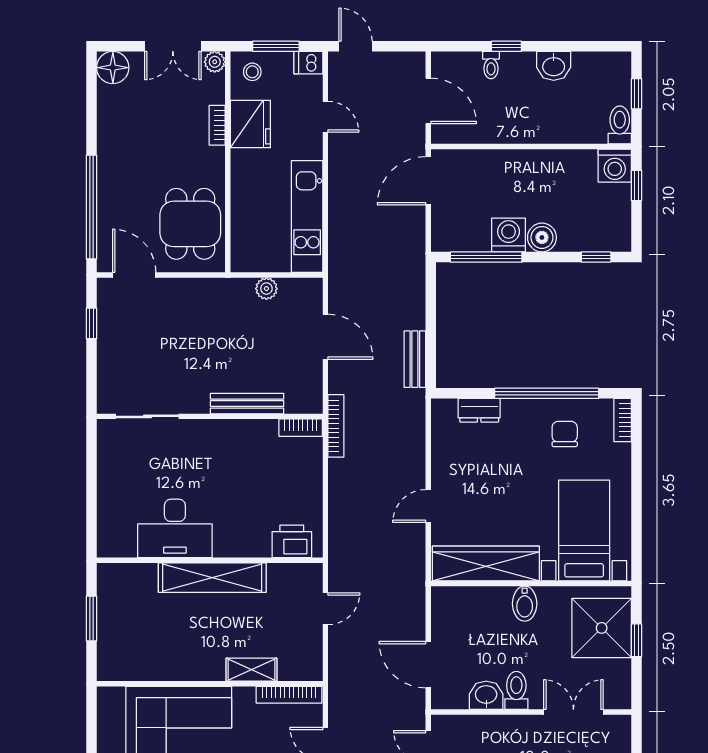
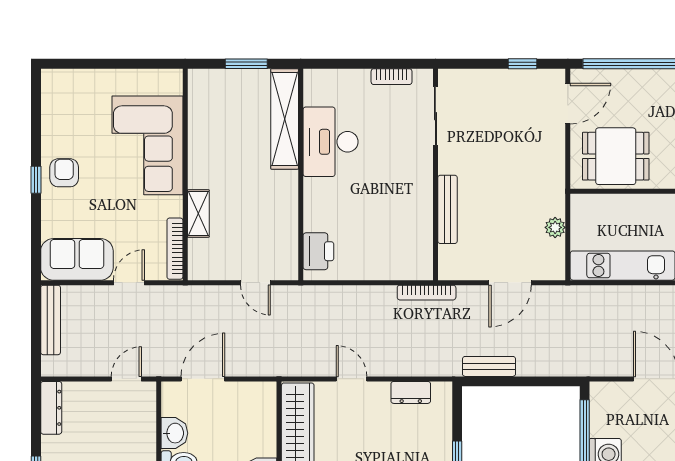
dresser: (479, 410) -> (411, 392), moved, turned -90
bookcase: (301, 428) -> (392, 77), moved, turned -90
shelving: (212, 578) -> (285, 119), moved

